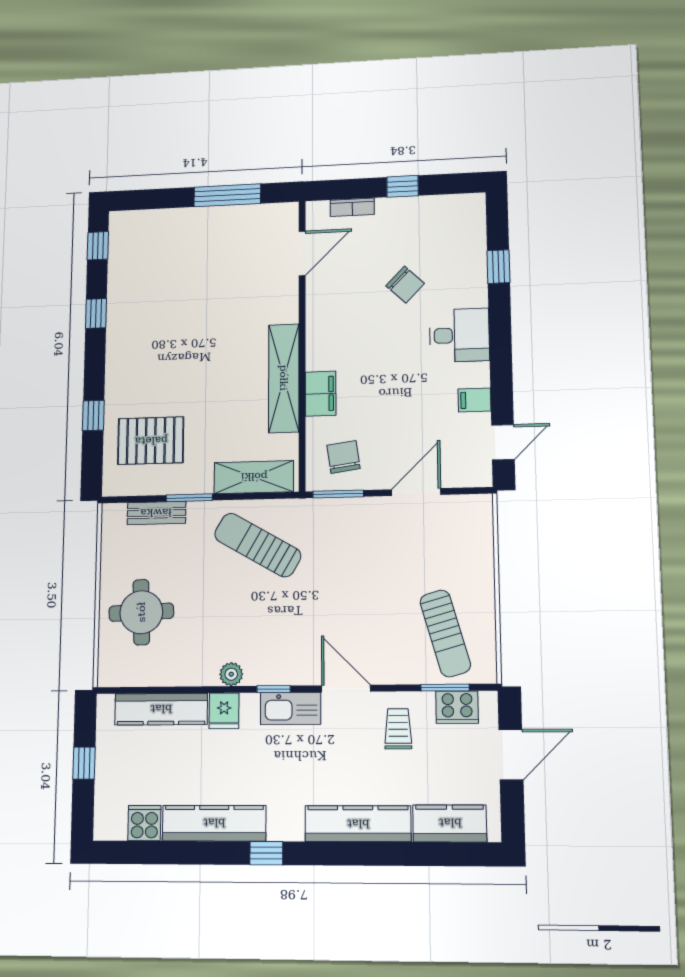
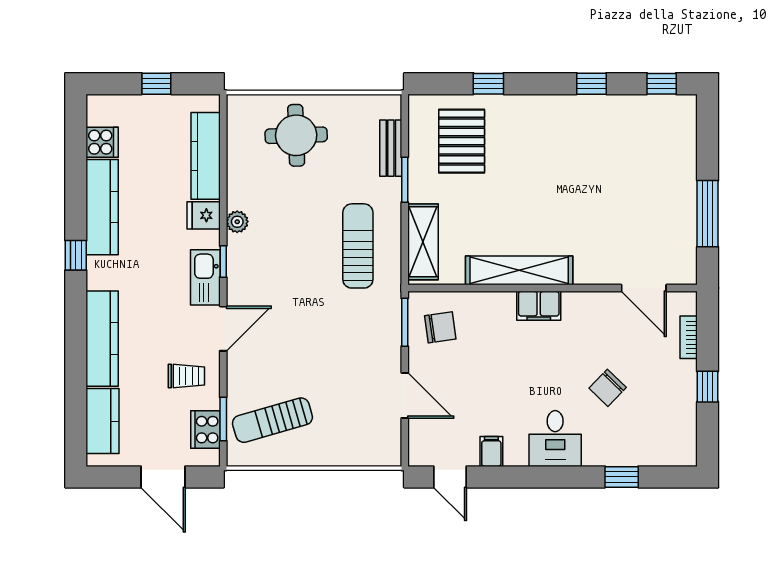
filing cabinet: (321, 394) -> (539, 306), moved
sun lounger: (258, 545) -> (358, 246), turned -30

